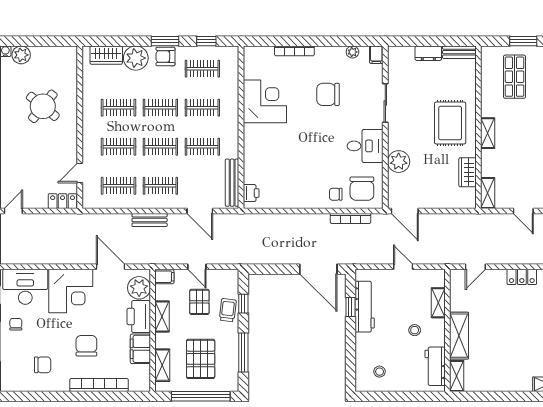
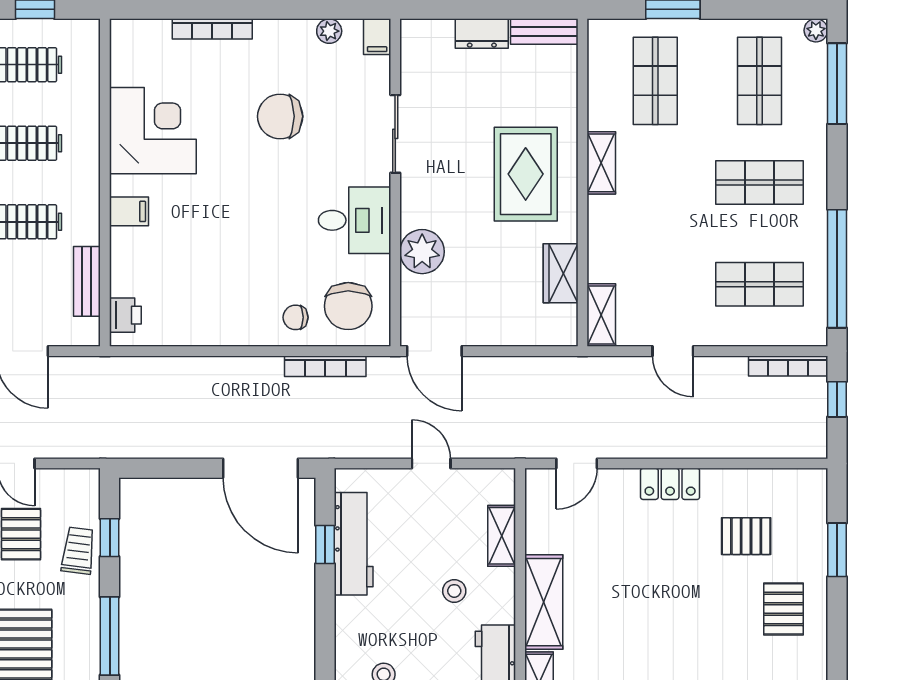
shelving: (488, 133) -> (601, 163), moved
filing cabinet: (253, 142) -> (129, 211), added
bench: (232, 183) -> (87, 281), width x0.73

